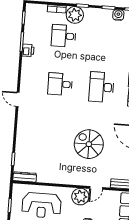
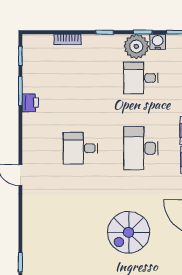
plant: (75, 15) -> (136, 46), moved
desk: (64, 36) -> (141, 78), moved
spiral stairs: (89, 144) -> (129, 232), turned -90

